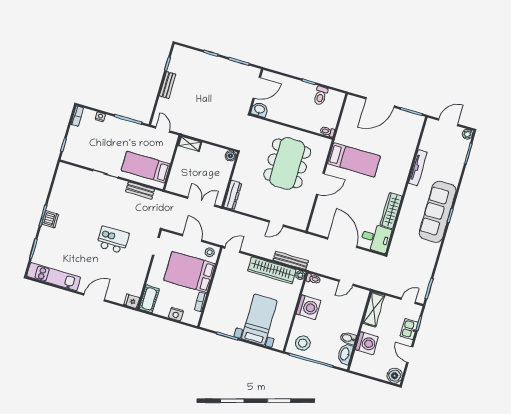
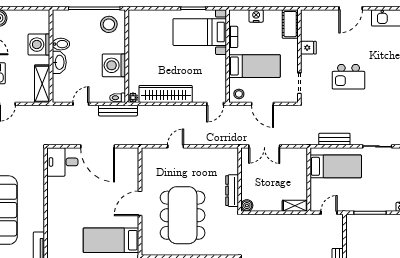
door: (163, 129) -> (329, 213), swing flipped
dresser: (233, 195) -> (232, 191), moved
wardrobe: (391, 211) -> (54, 197), removed
bench: (291, 260) -> (118, 111), moved
bed: (190, 272) -> (255, 66), width x0.67
fridge: (132, 301) -> (308, 48), moved
bed with nightstands: (259, 320) -> (200, 32), moved, turned 90
washbasin: (345, 354) -> (59, 62), moved

